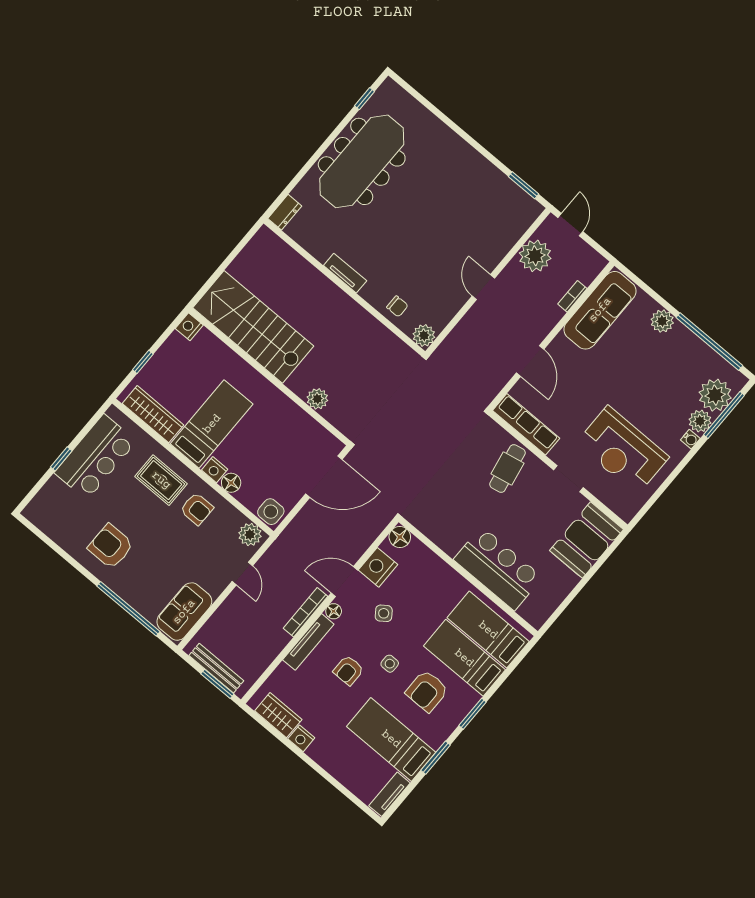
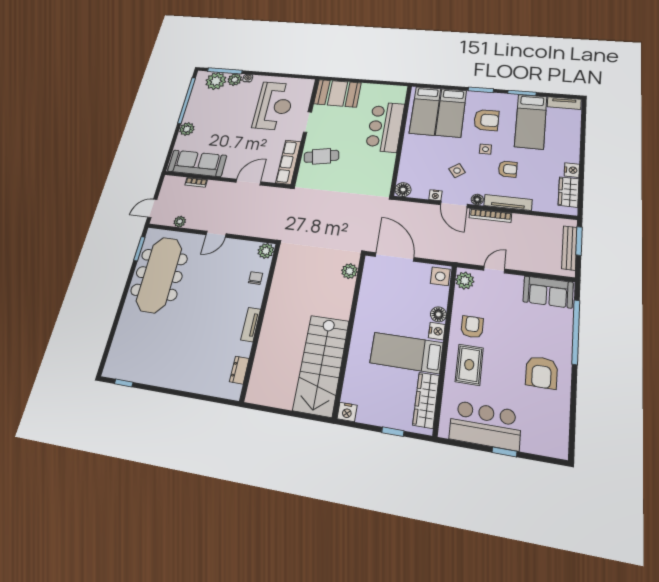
meeting table: (362, 161) -> (159, 275), moved, turned 90
dresser: (285, 212) -> (239, 370), moved, turned -90
plant: (535, 256) -> (180, 222), width x0.53, depth x0.53
plant: (317, 399) -> (349, 271), moved
nightstand: (378, 567) -> (435, 195), width x0.53, depth x0.56

